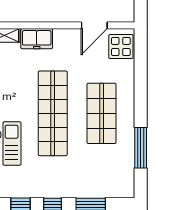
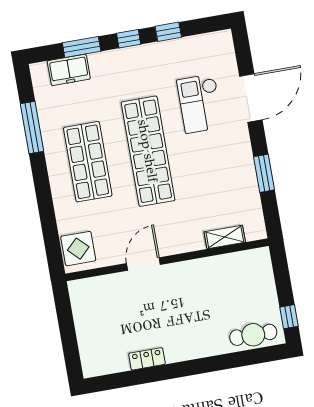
door: (94, 25) -> (143, 264), moved
freezer: (37, 39) -> (69, 70), moved, turned 180

